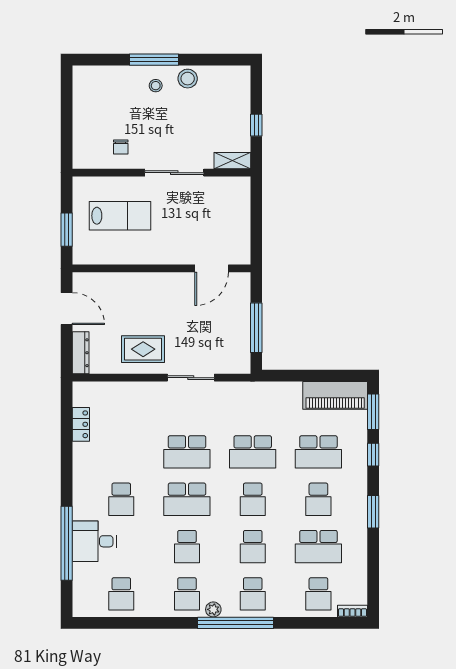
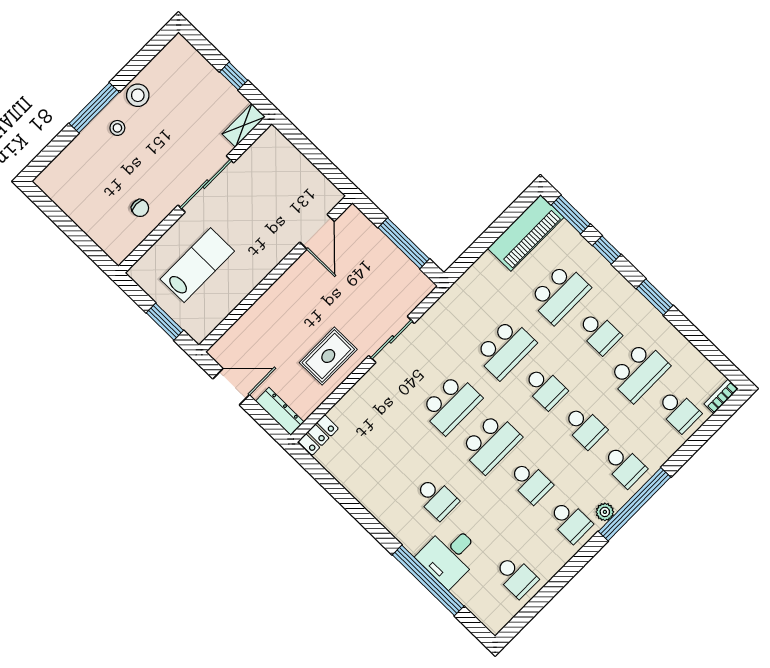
locker: (81, 424) -> (318, 435), moved, turned 90

